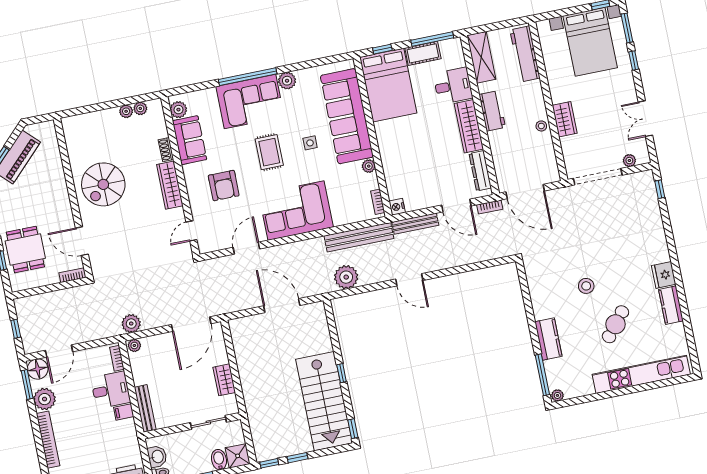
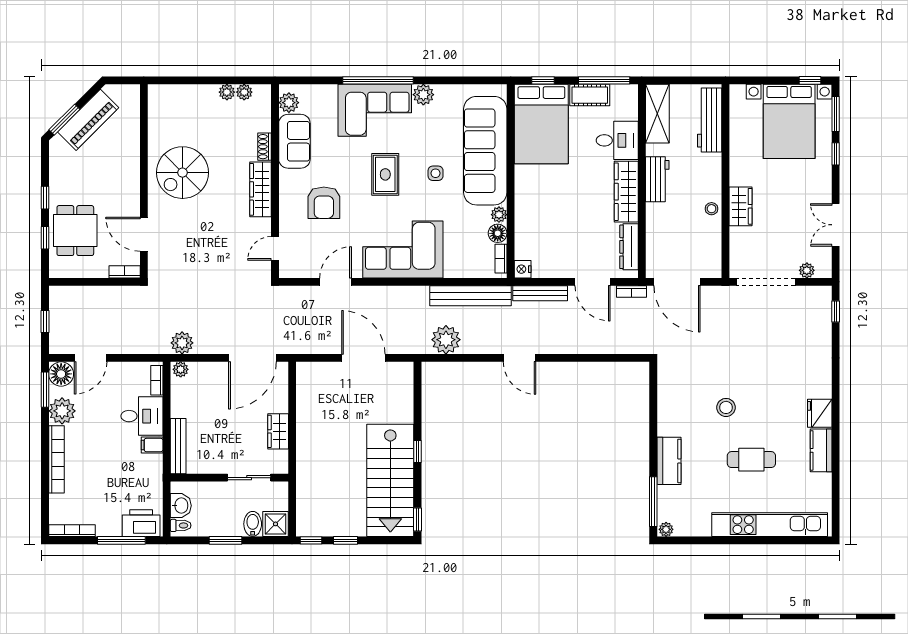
floor lamp: (371, 182) -> (498, 233), added
cafe table: (615, 324) -> (751, 460), turned 51

